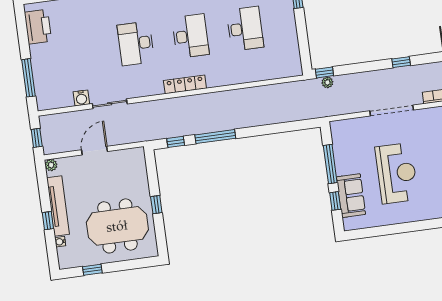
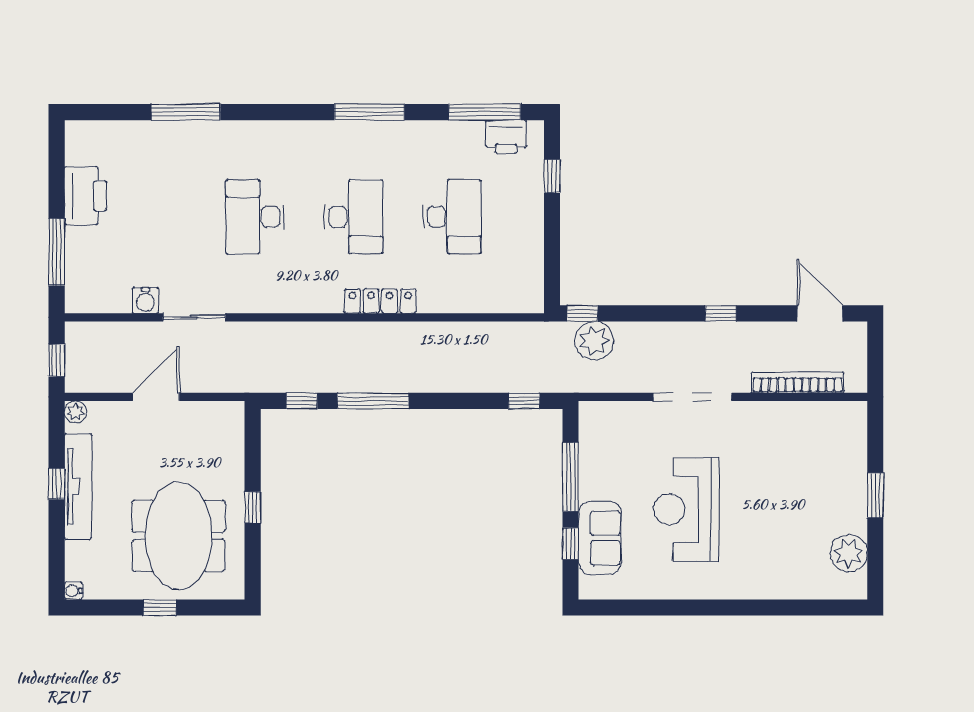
printer: (38, 27) -> (85, 196), moved
plant: (327, 82) -> (594, 341), width x1.88, depth x1.88
locker: (185, 84) -> (380, 301), moved
window: (299, 125) -> (524, 401), added
reception desk: (397, 173) -> (686, 509), turned 180
window: (48, 221) -> (57, 484), moved
meeting table: (117, 226) -> (179, 536), turned 90
water cooler: (60, 242) -> (73, 591), moved
window: (92, 270) -> (160, 608), moved

